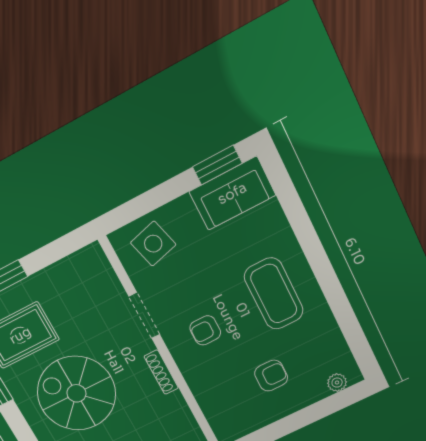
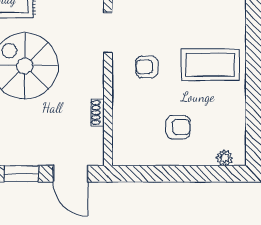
coffee table: (274, 294) -> (210, 65), turned 90
shoe rack: (161, 372) -> (98, 113), moved, width x0.70

